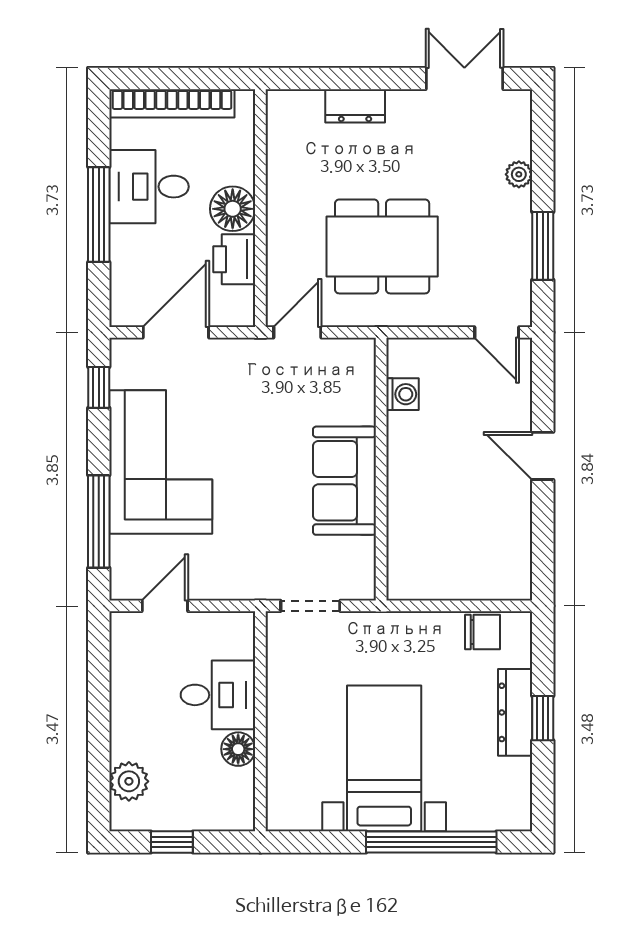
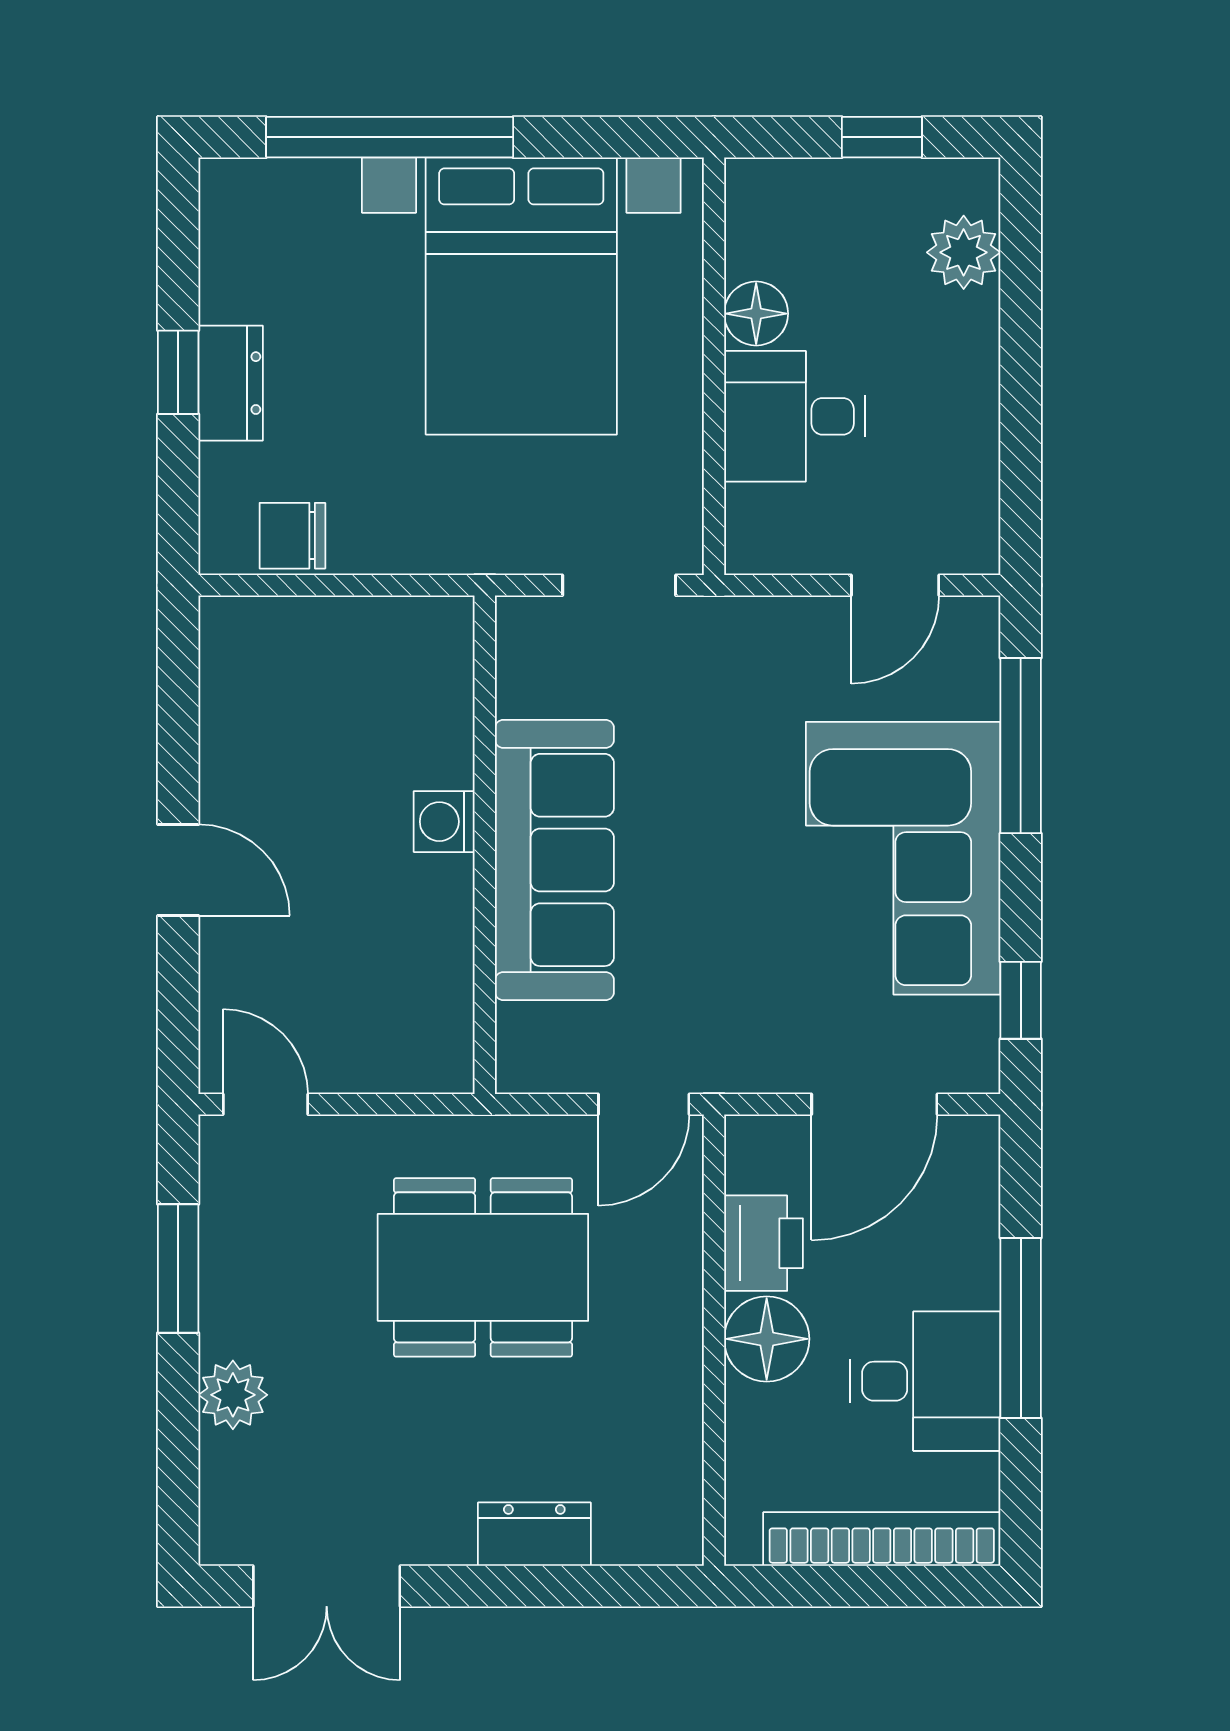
plant: (519, 174) -> (233, 1395), width x1.38, depth x1.38
washing machine: (403, 394) -> (444, 822), moved
sofa: (344, 481) -> (554, 860), width x1.36
dresser: (515, 712) -> (231, 383), width x0.70
bed with nightstands: (384, 758) -> (521, 296), width x1.36

